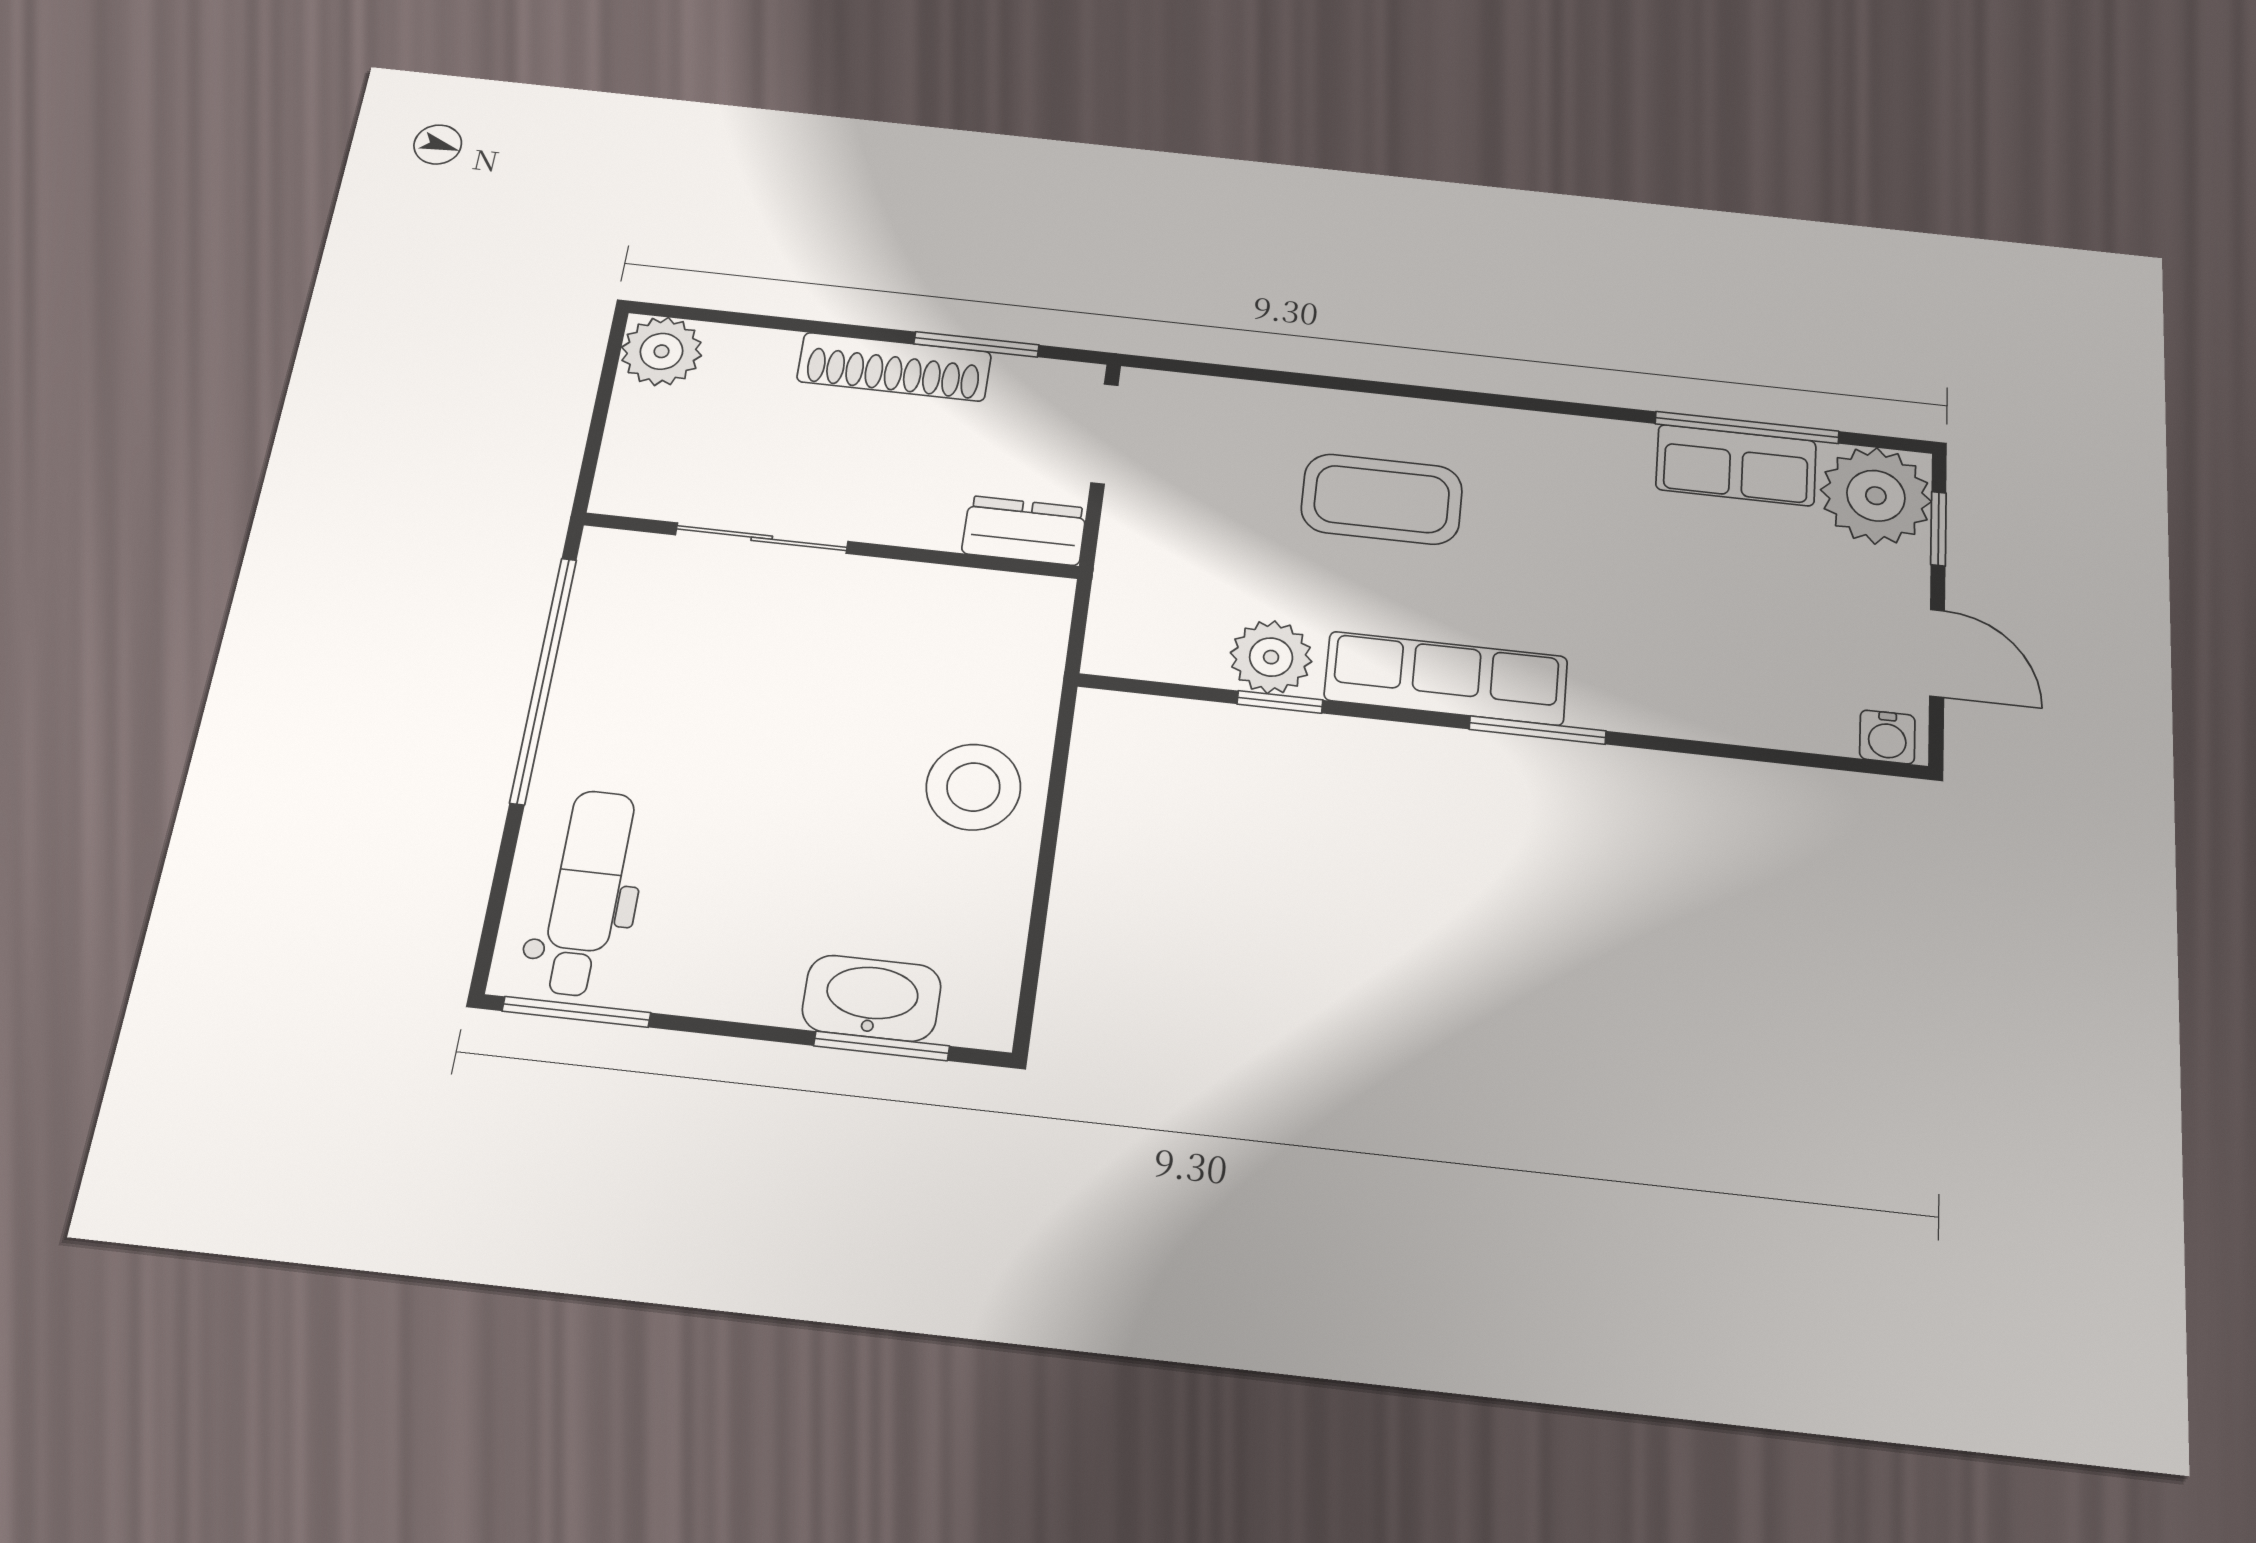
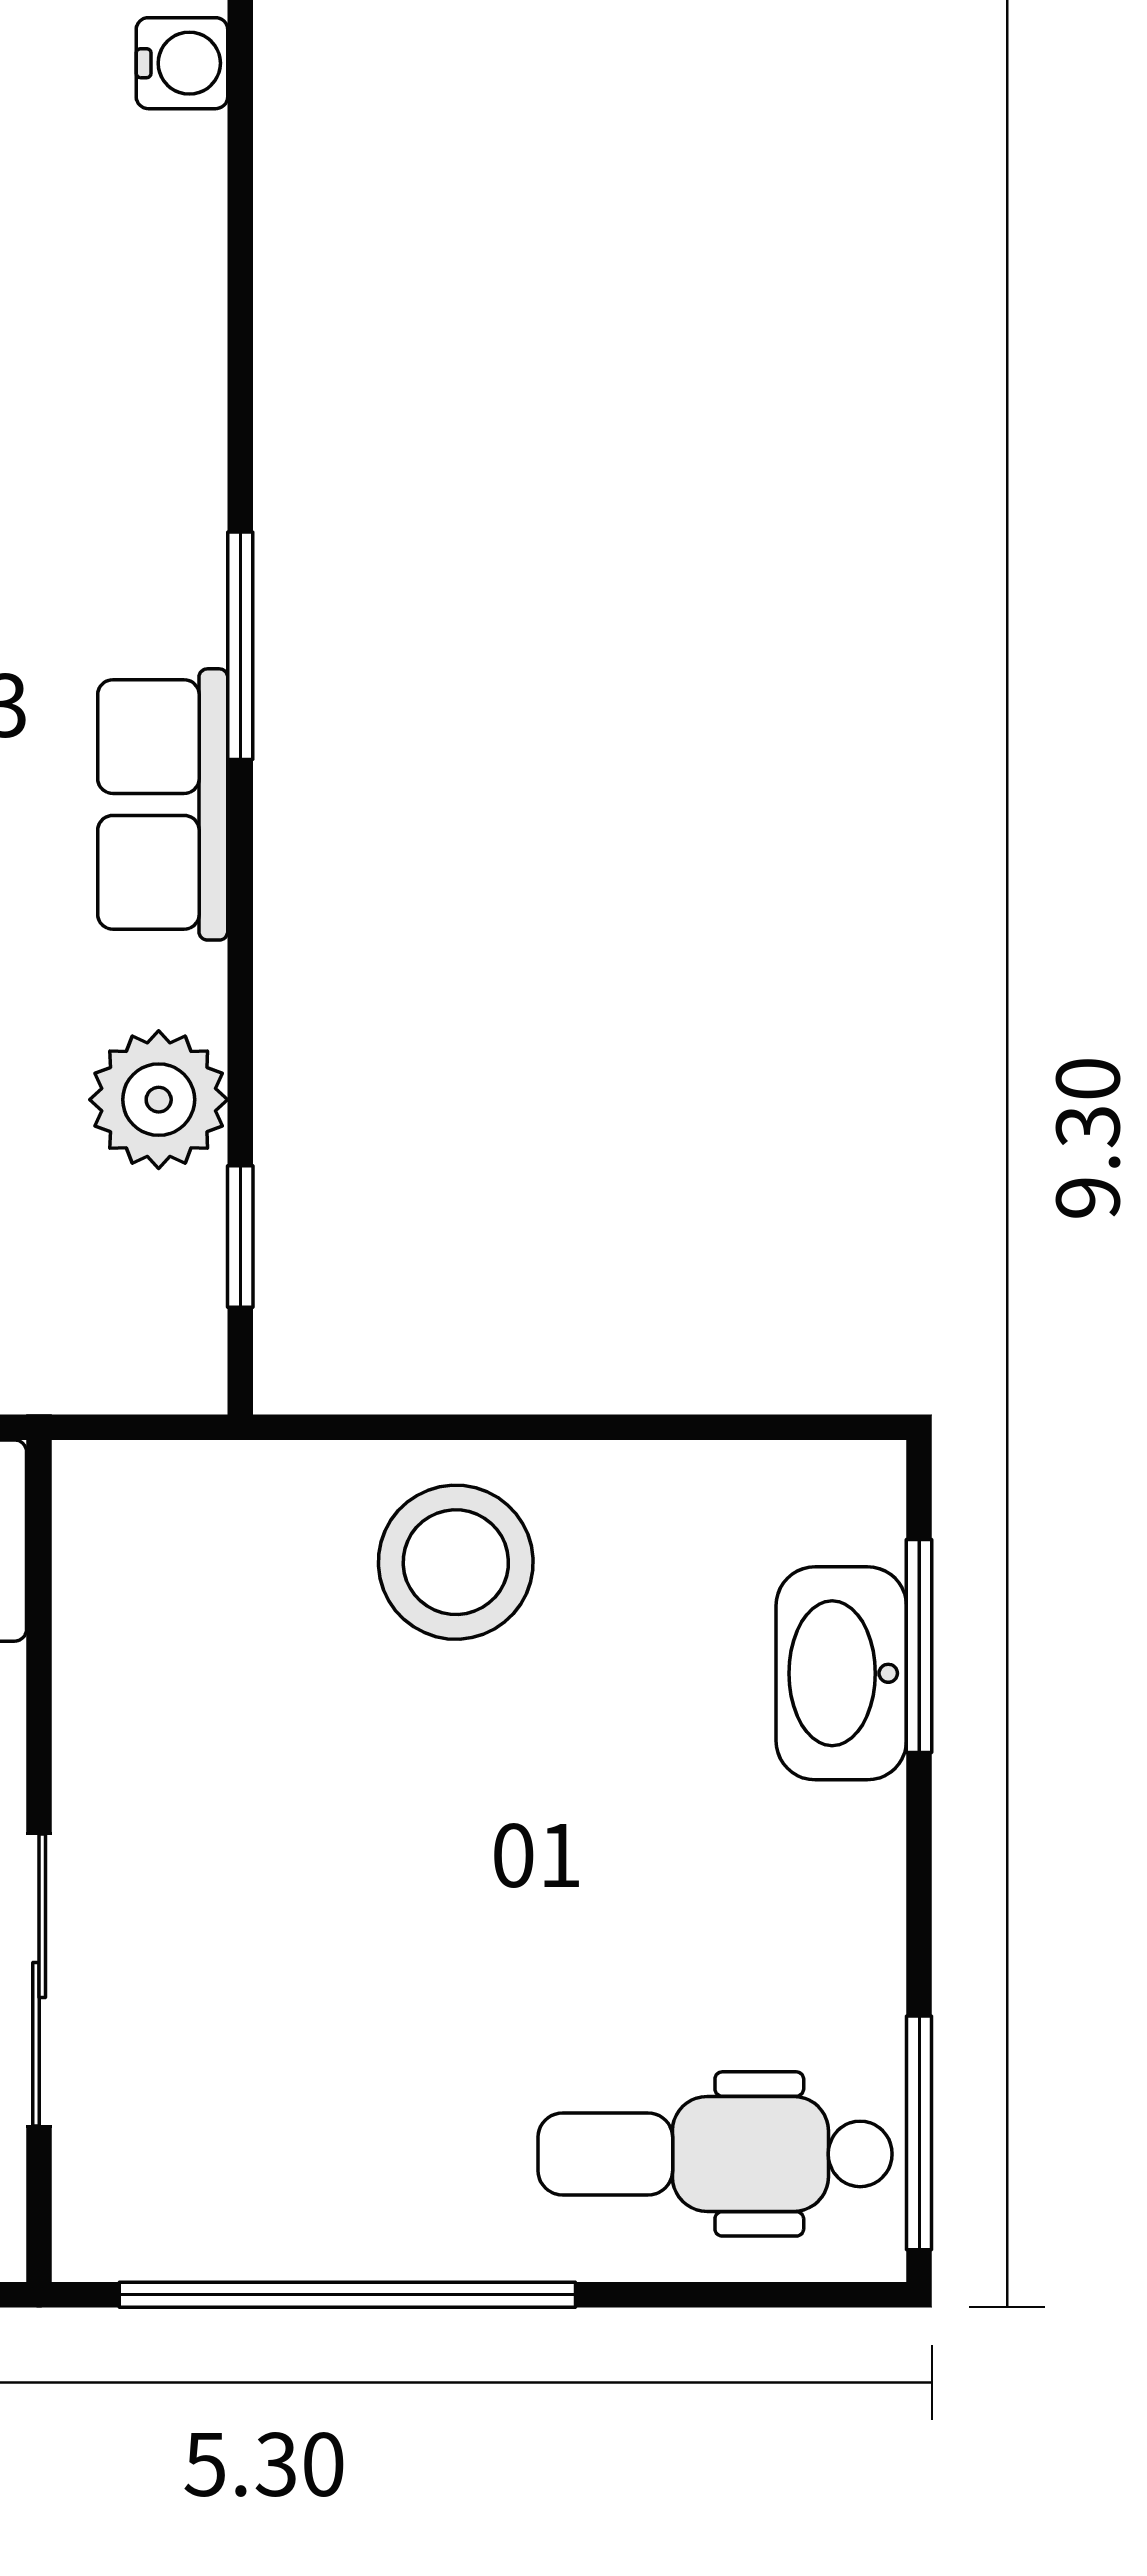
row of seats: (1446, 678) -> (163, 804), width x0.68
window: (1280, 702) -> (240, 1236), moved

